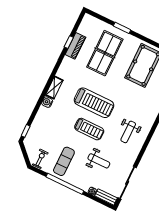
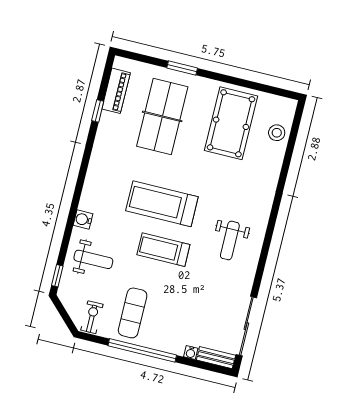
piano: (75, 46) -> (116, 91), moved
shelving: (54, 88) -> (90, 193), removed
treadmill: (94, 103) -> (162, 204), turned 180
treadmill: (89, 129) -> (163, 250), turned 180
weight bench: (99, 161) -> (93, 259), moved

